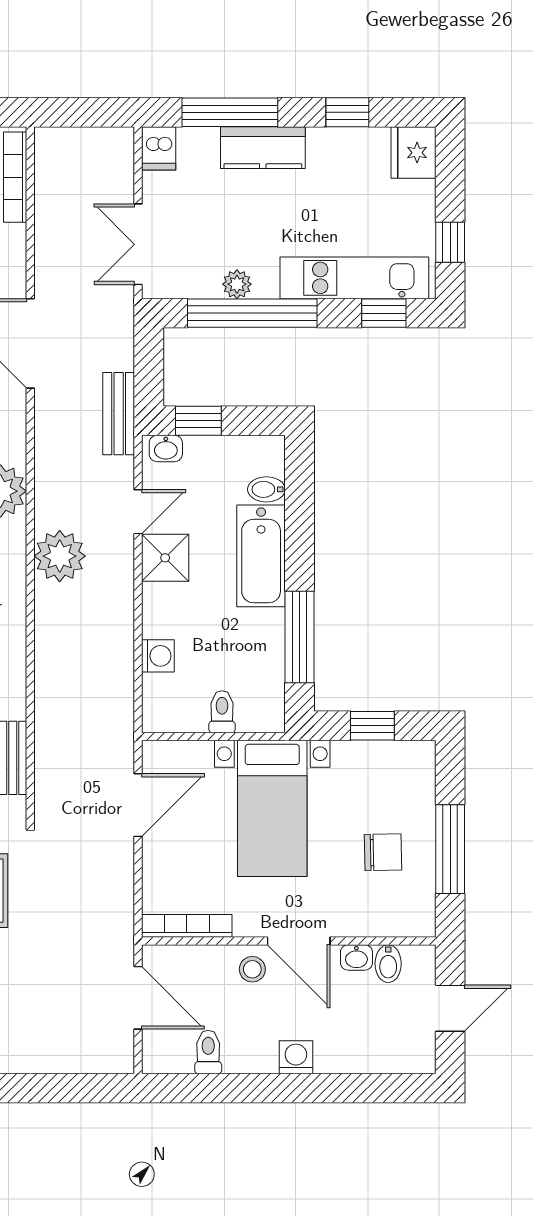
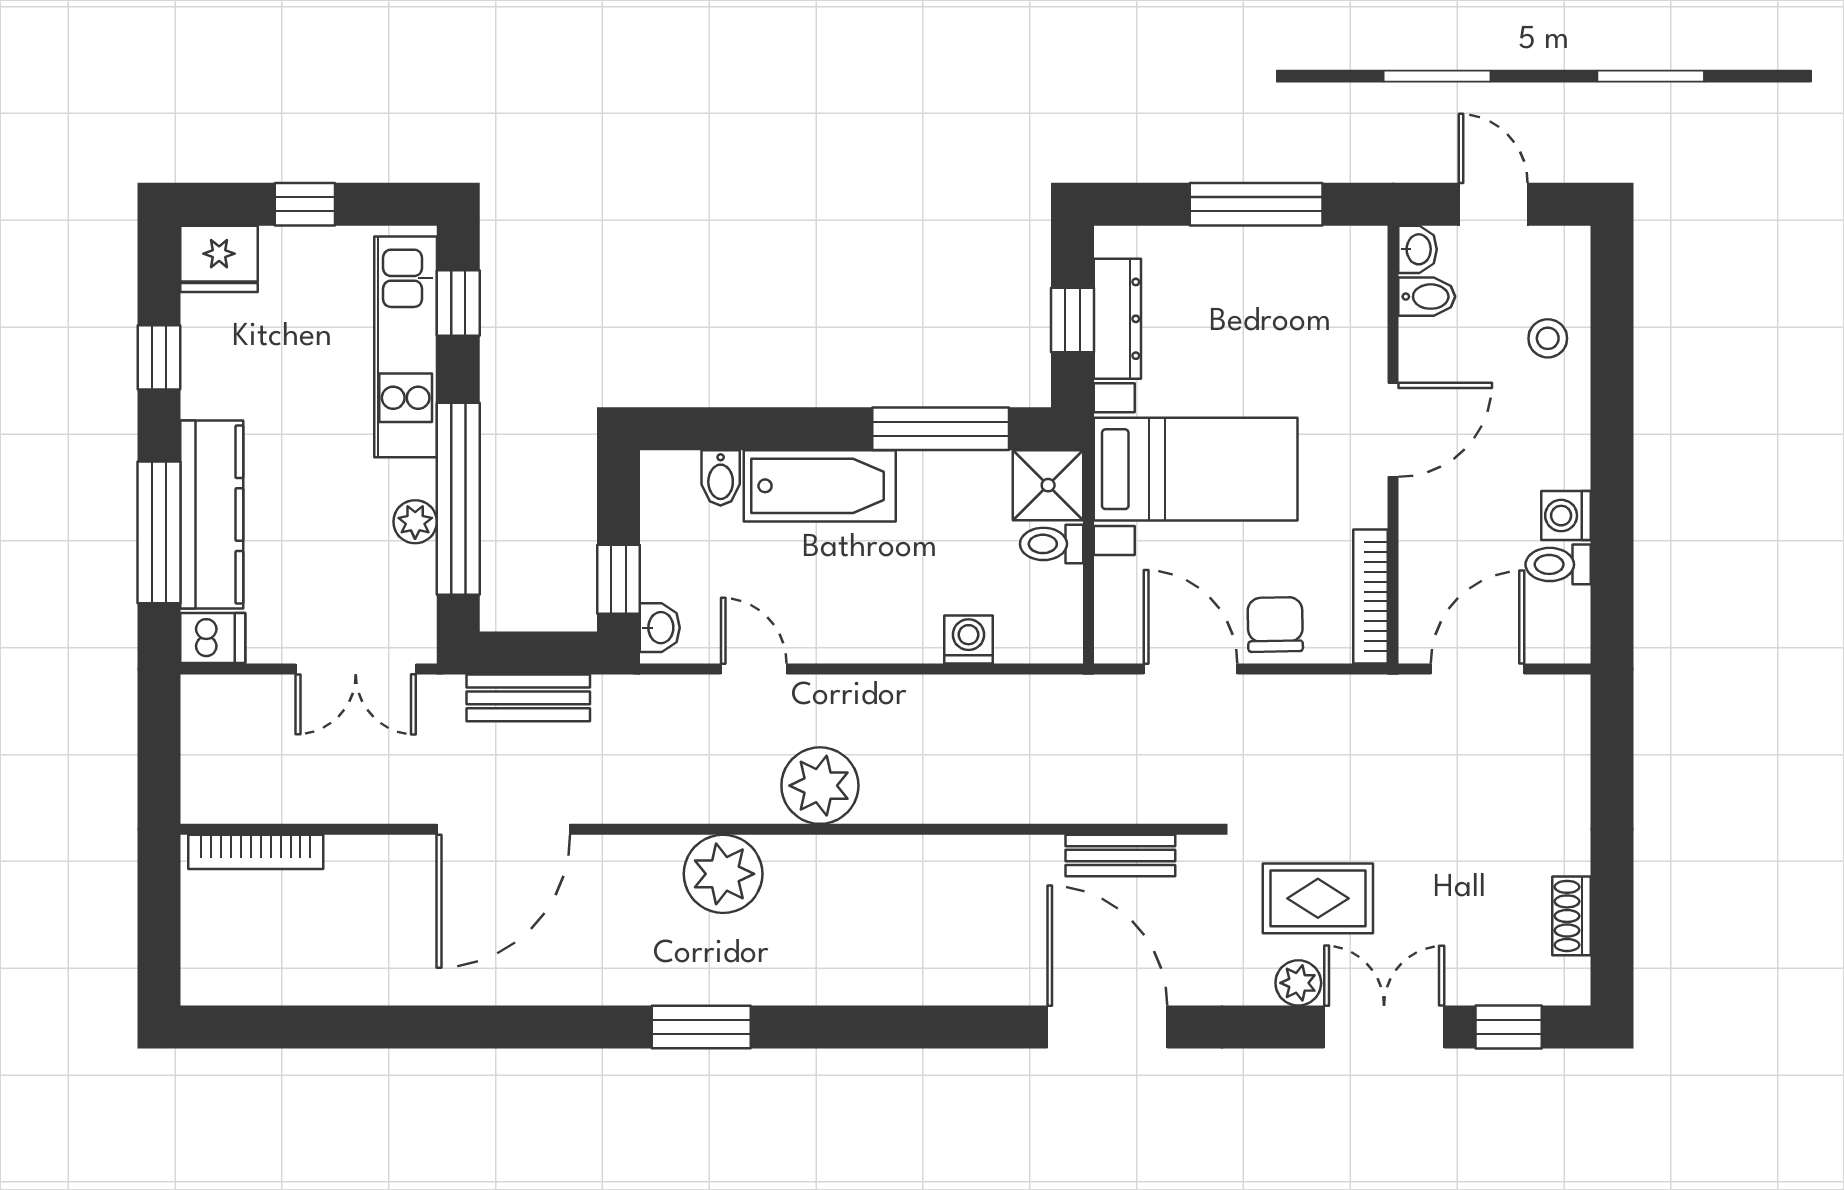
kitchen counter: (263, 148) -> (212, 515), width x1.50
window: (450, 242) -> (305, 204), moved
bench: (119, 414) -> (528, 698), moved
shower: (165, 558) -> (1048, 485), moved
dresser: (373, 756) -> (1117, 319), added
chair: (383, 852) -> (1275, 625), moved
washbasin: (356, 957) -> (1418, 249), moved
stool: (252, 969) -> (1548, 338), moved
washing machine: (296, 1057) -> (1566, 516), moved

